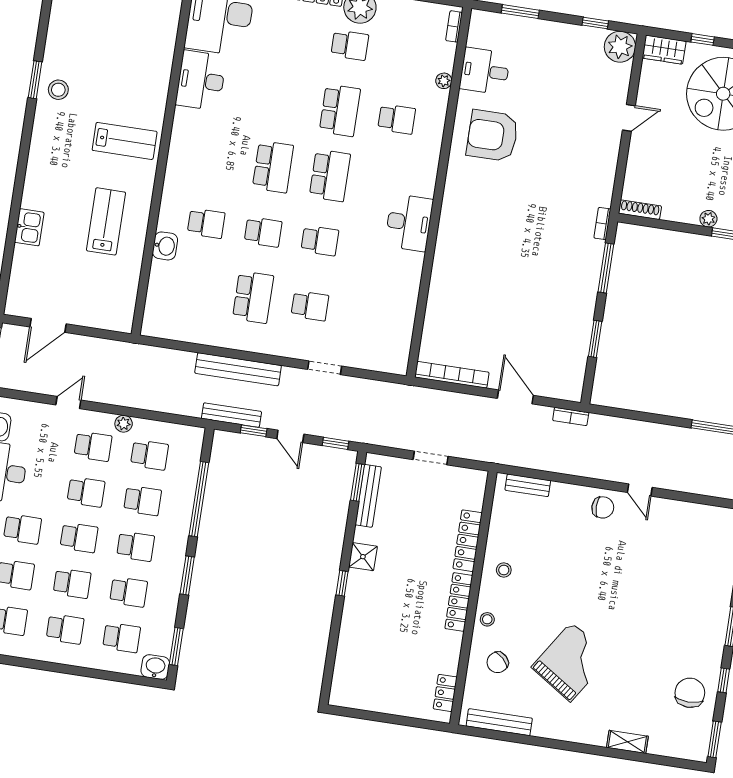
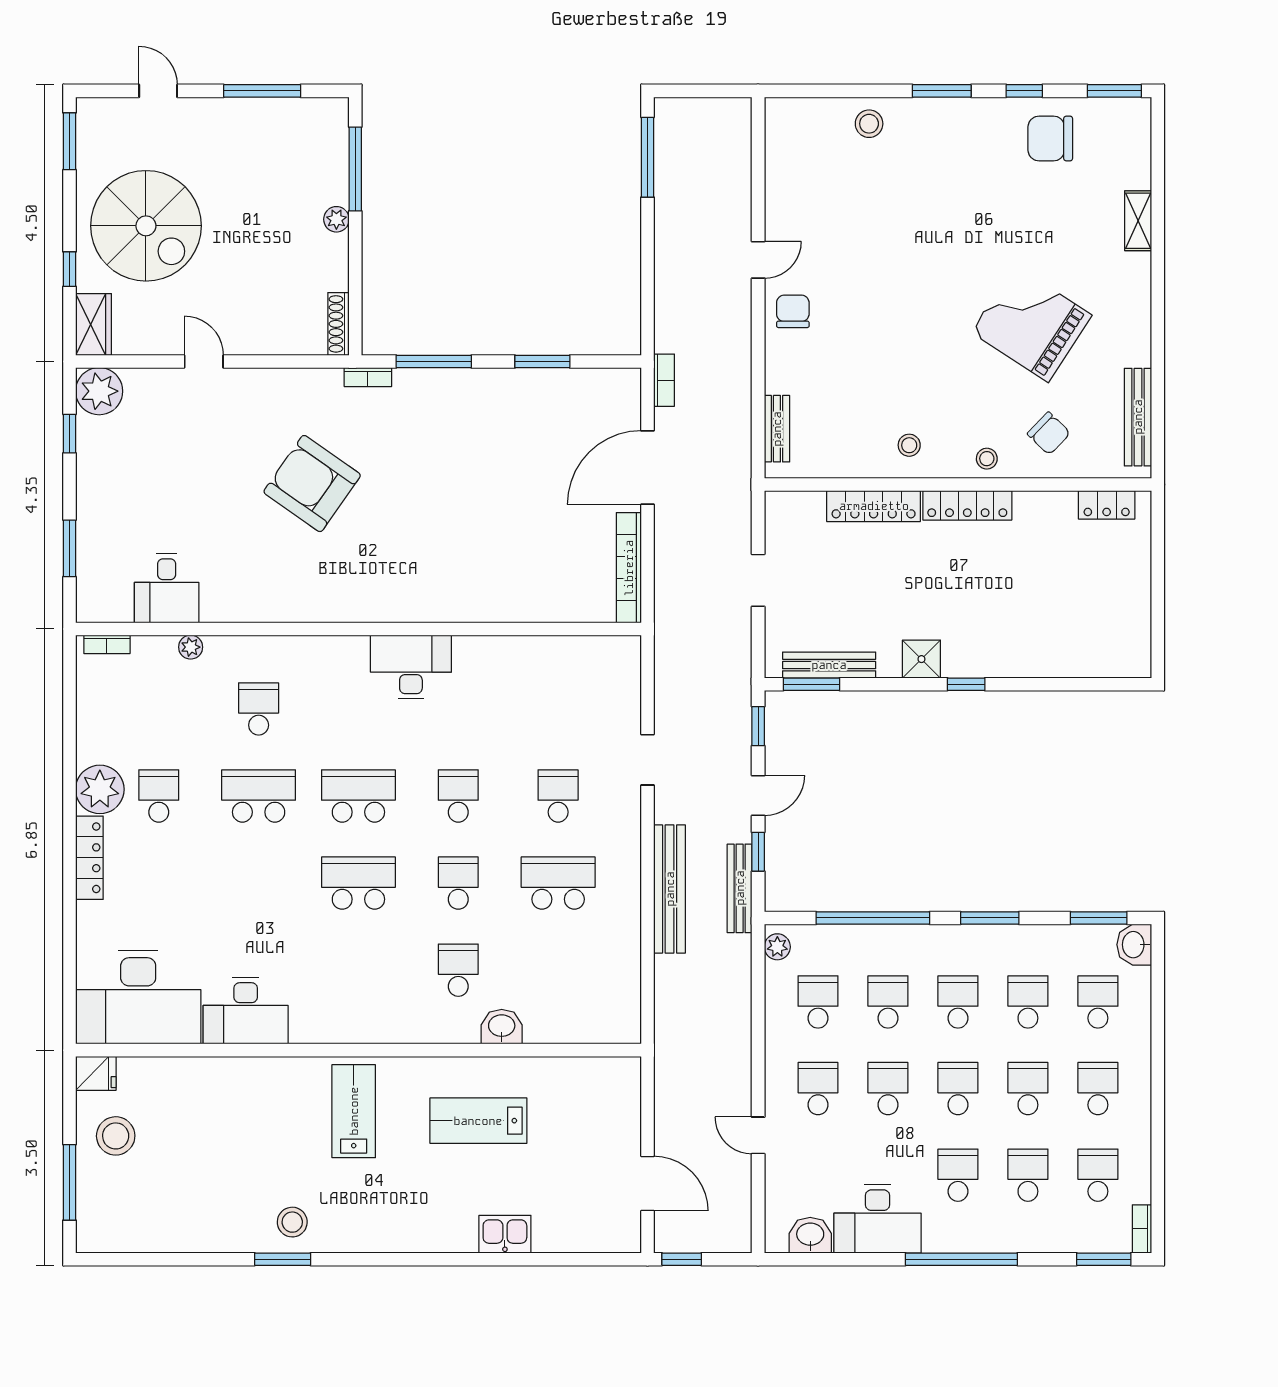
armchair: (492, 136) -> (312, 484), moved, turned 125
door: (515, 397) -> (647, 467), width x1.36
plant: (124, 424) -> (777, 947), moved
stool: (718, 576) -> (869, 124), added

